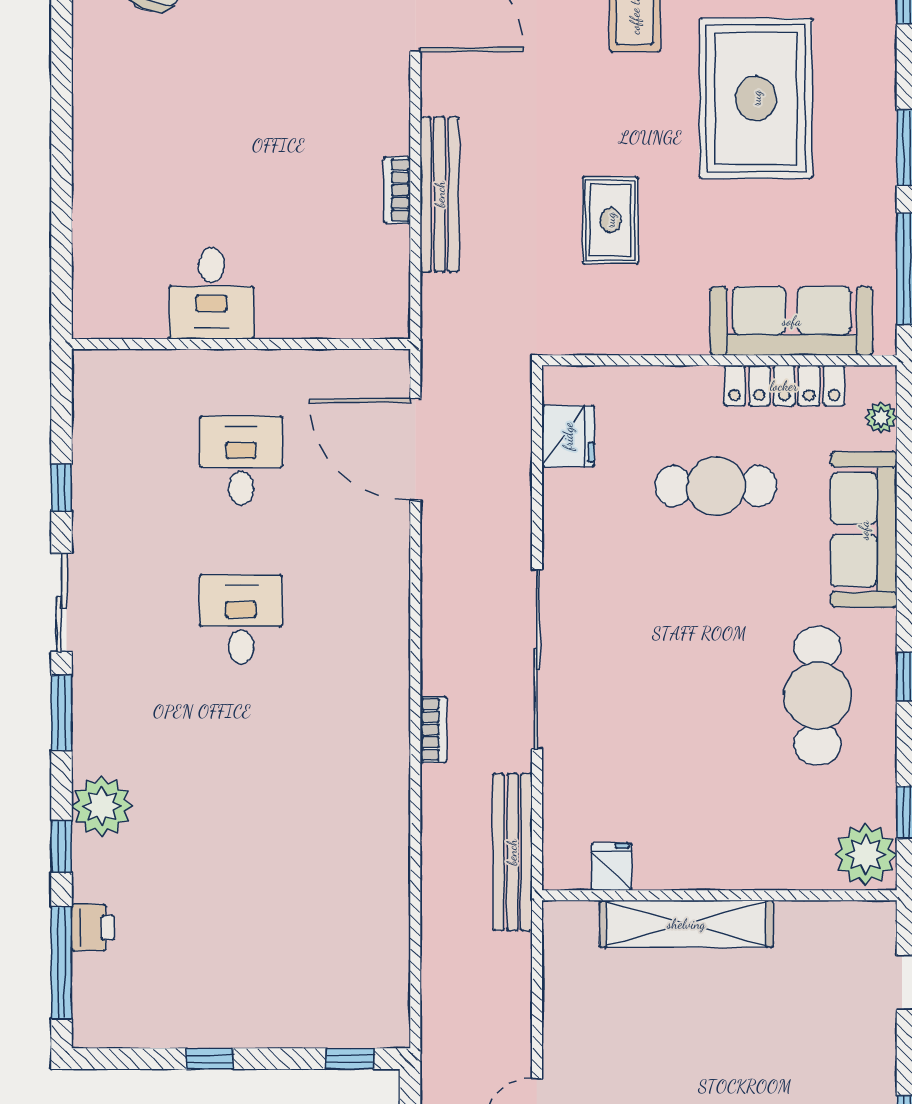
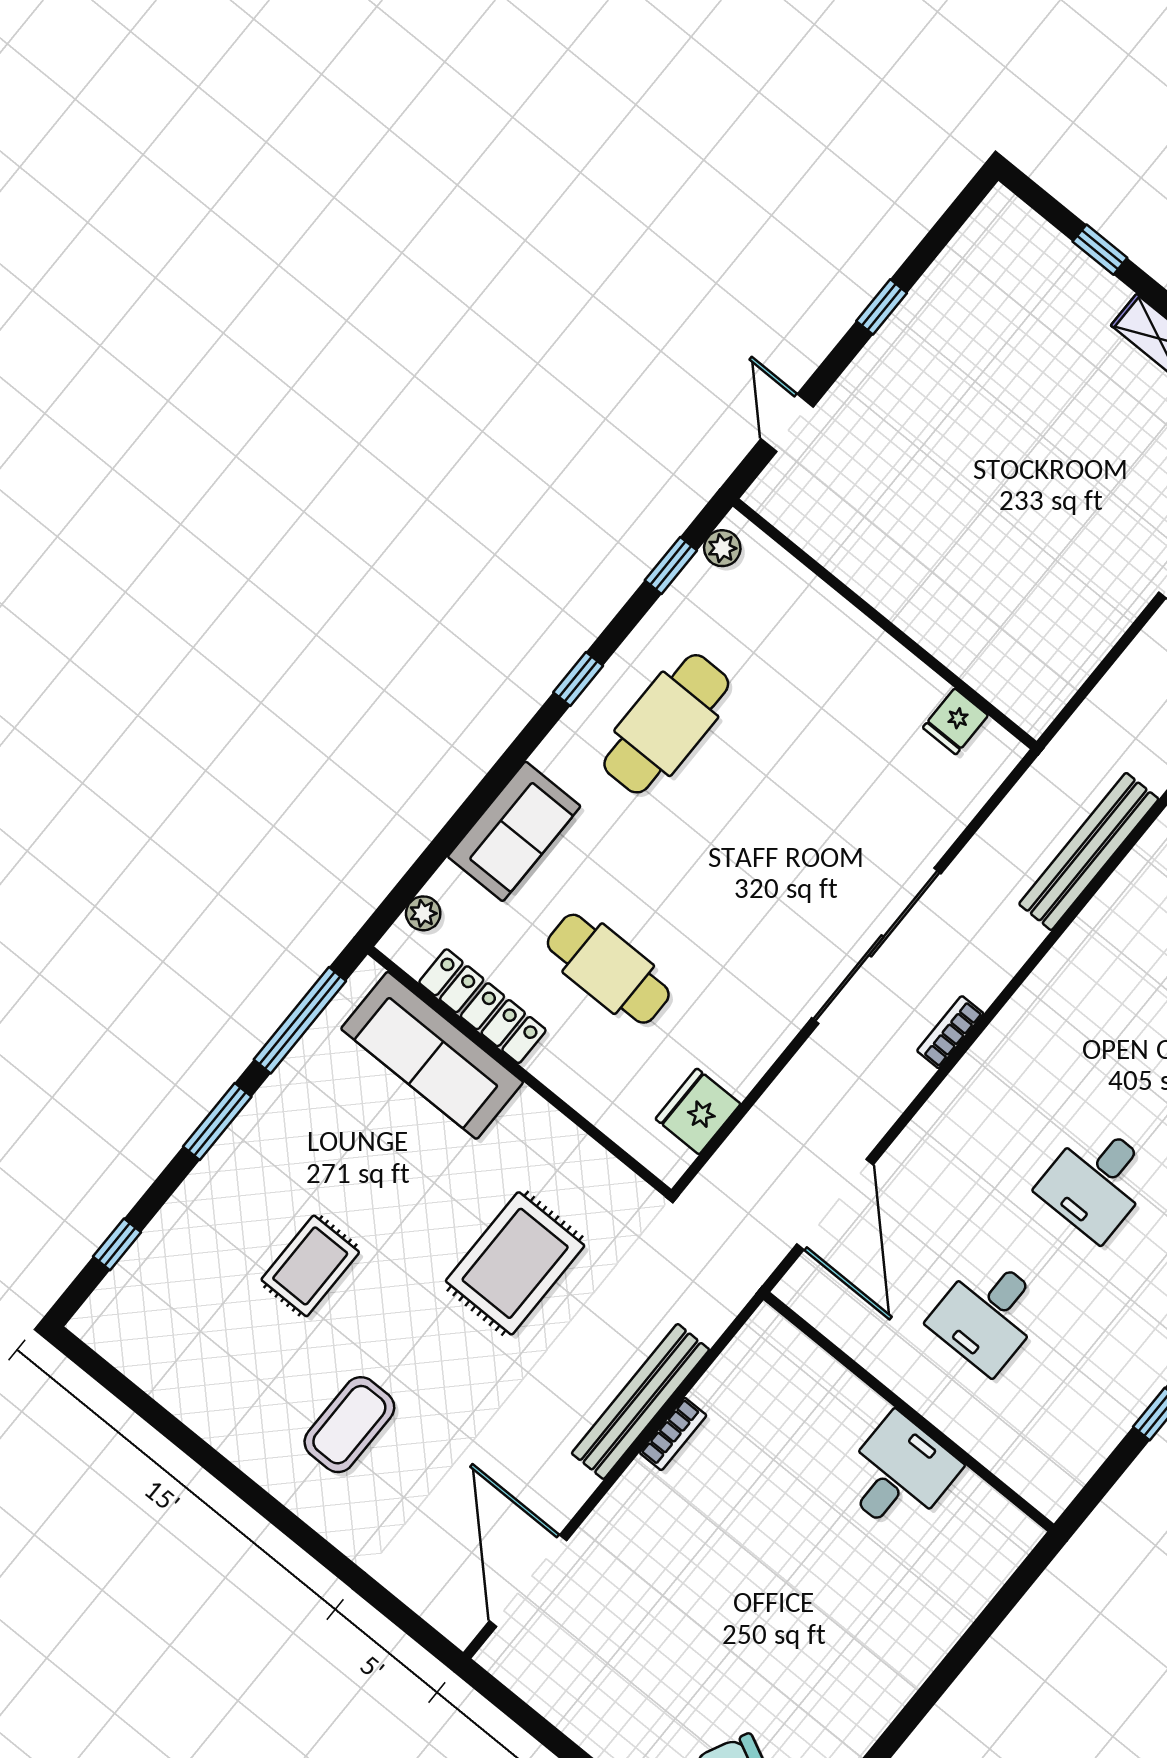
rug: (756, 98) -> (310, 1266), width x0.54, depth x0.49
rug: (610, 220) -> (515, 1263), width x1.36, depth x1.43
sofa: (864, 530) -> (514, 831), width x0.73
bookcase: (433, 730) -> (950, 1032), moved
bench: (512, 852) -> (1089, 851), moved
plant: (866, 855) -> (722, 548), width x0.53, depth x0.53
shelving: (686, 924) -> (932, 623), removed

